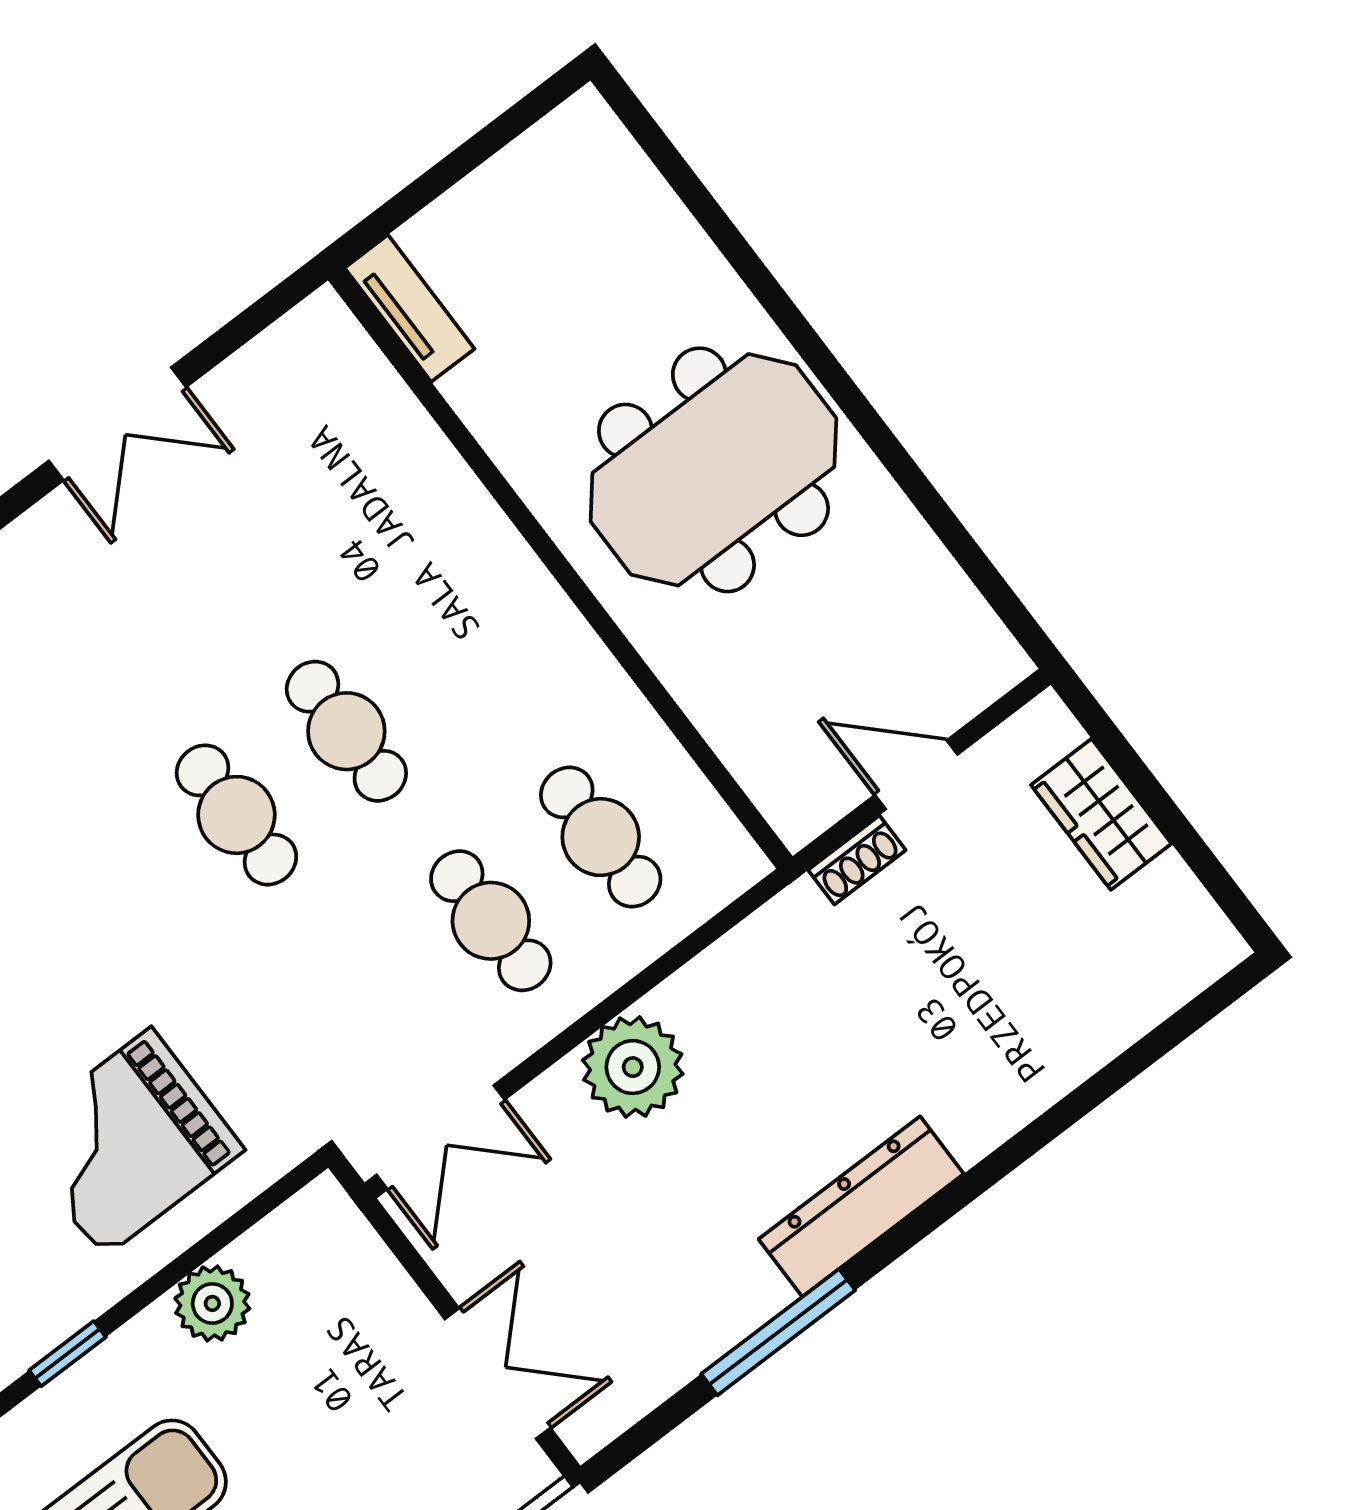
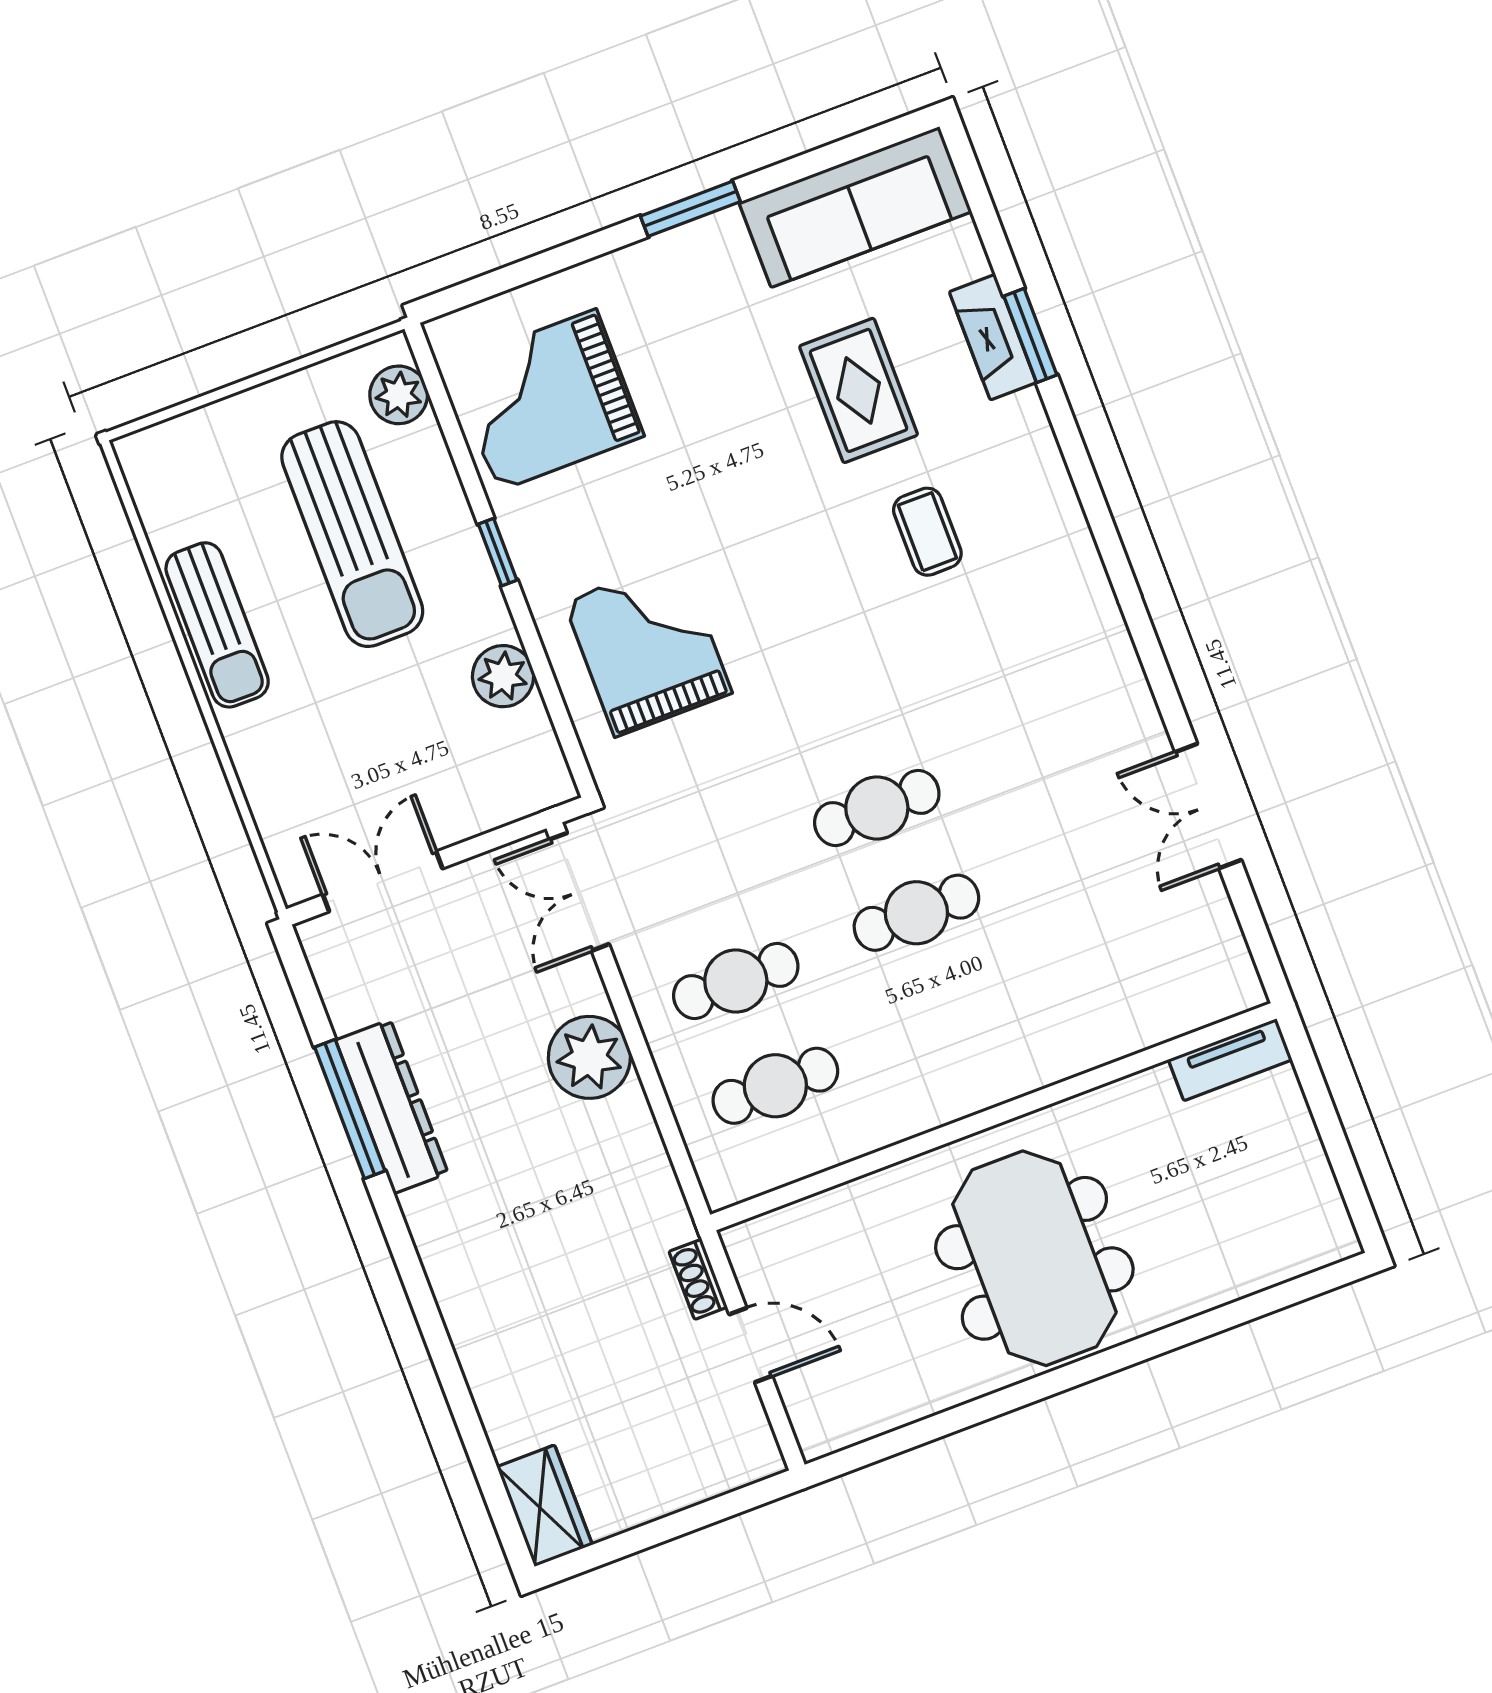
door: (916, 775) -> (751, 1345), hinge flipped
wardrobe: (1101, 814) -> (545, 1506), moved, turned 90
dresser: (861, 1206) -> (392, 1107), moved
double door: (498, 1374) -> (383, 881), swing flipped

